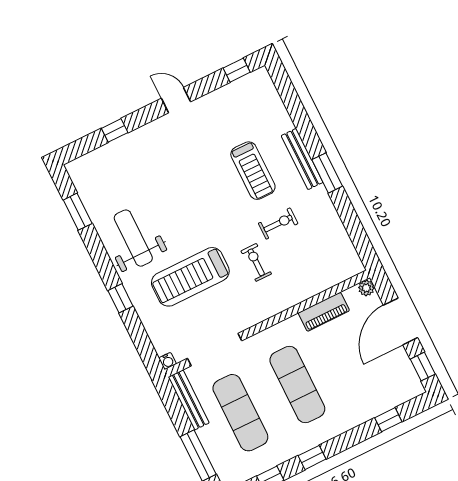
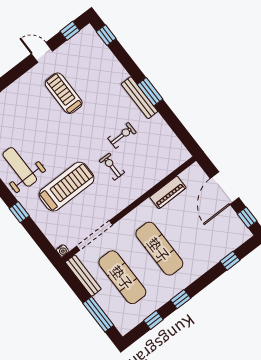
window: (284, 86) -> (106, 35), added
door: (176, 100) -> (42, 52), moved
bench: (302, 159) -> (139, 98), moved
treadmill: (253, 171) -> (64, 93), moved, turned 180
treadmill: (190, 277) -> (67, 187), turned 180
plant: (366, 288) -> (195, 169), removed

